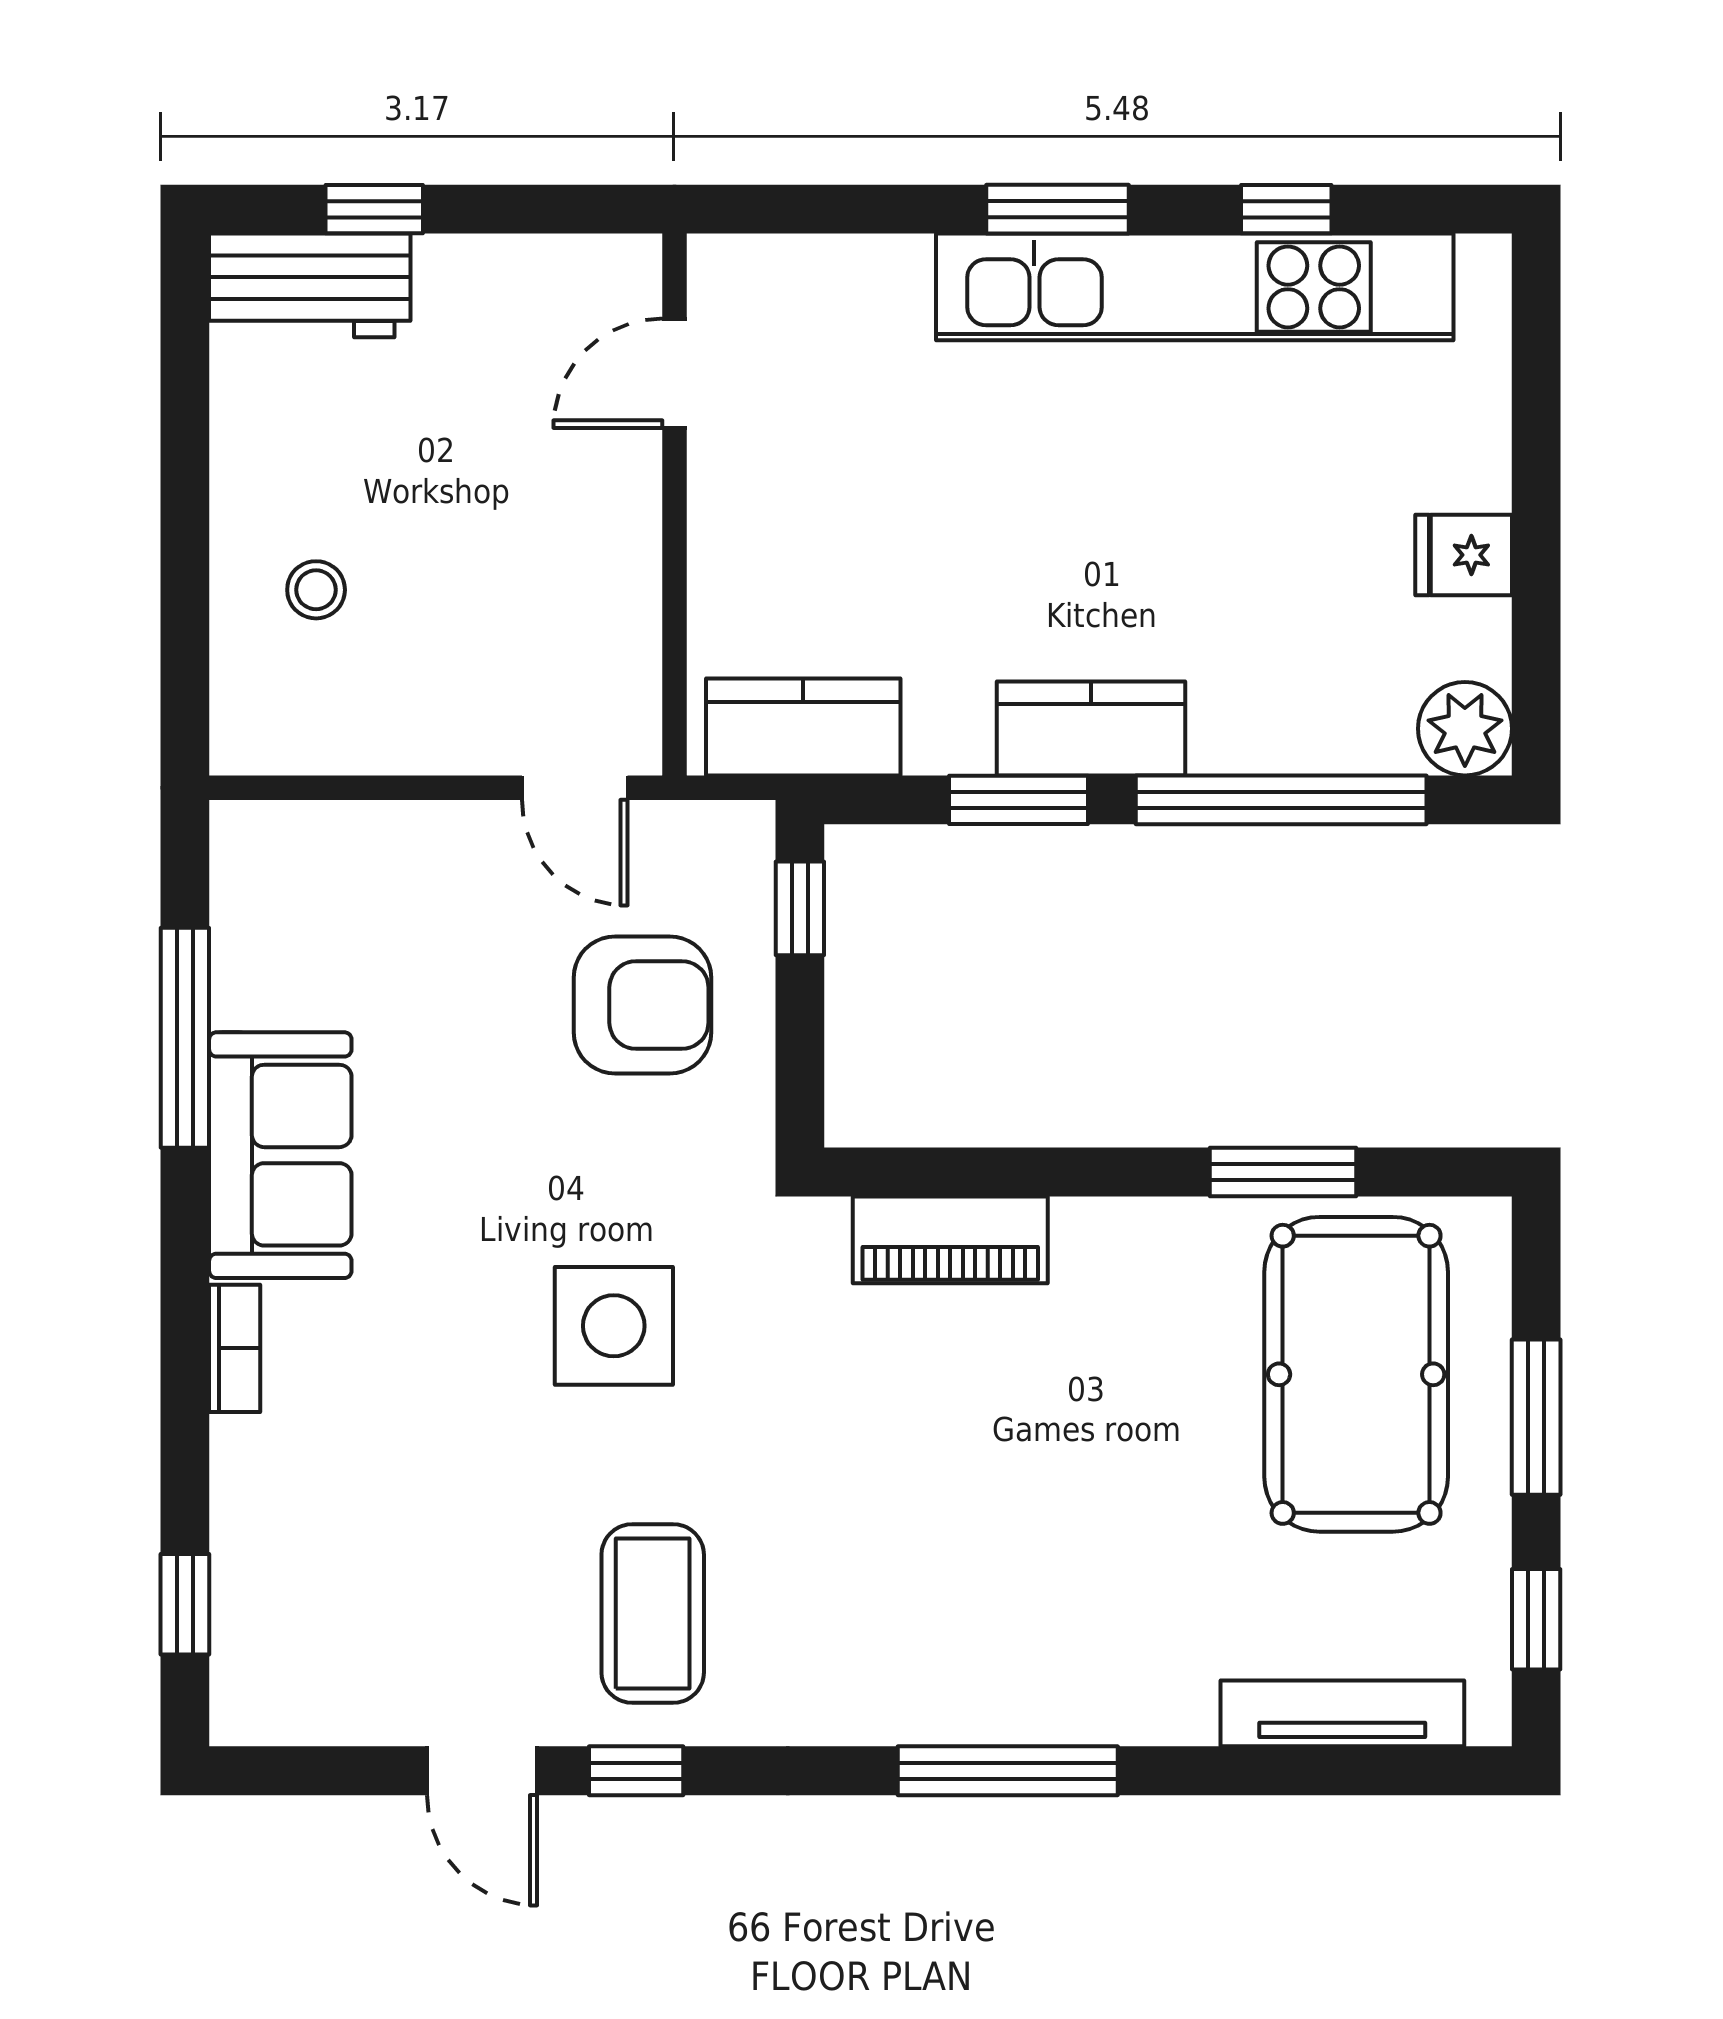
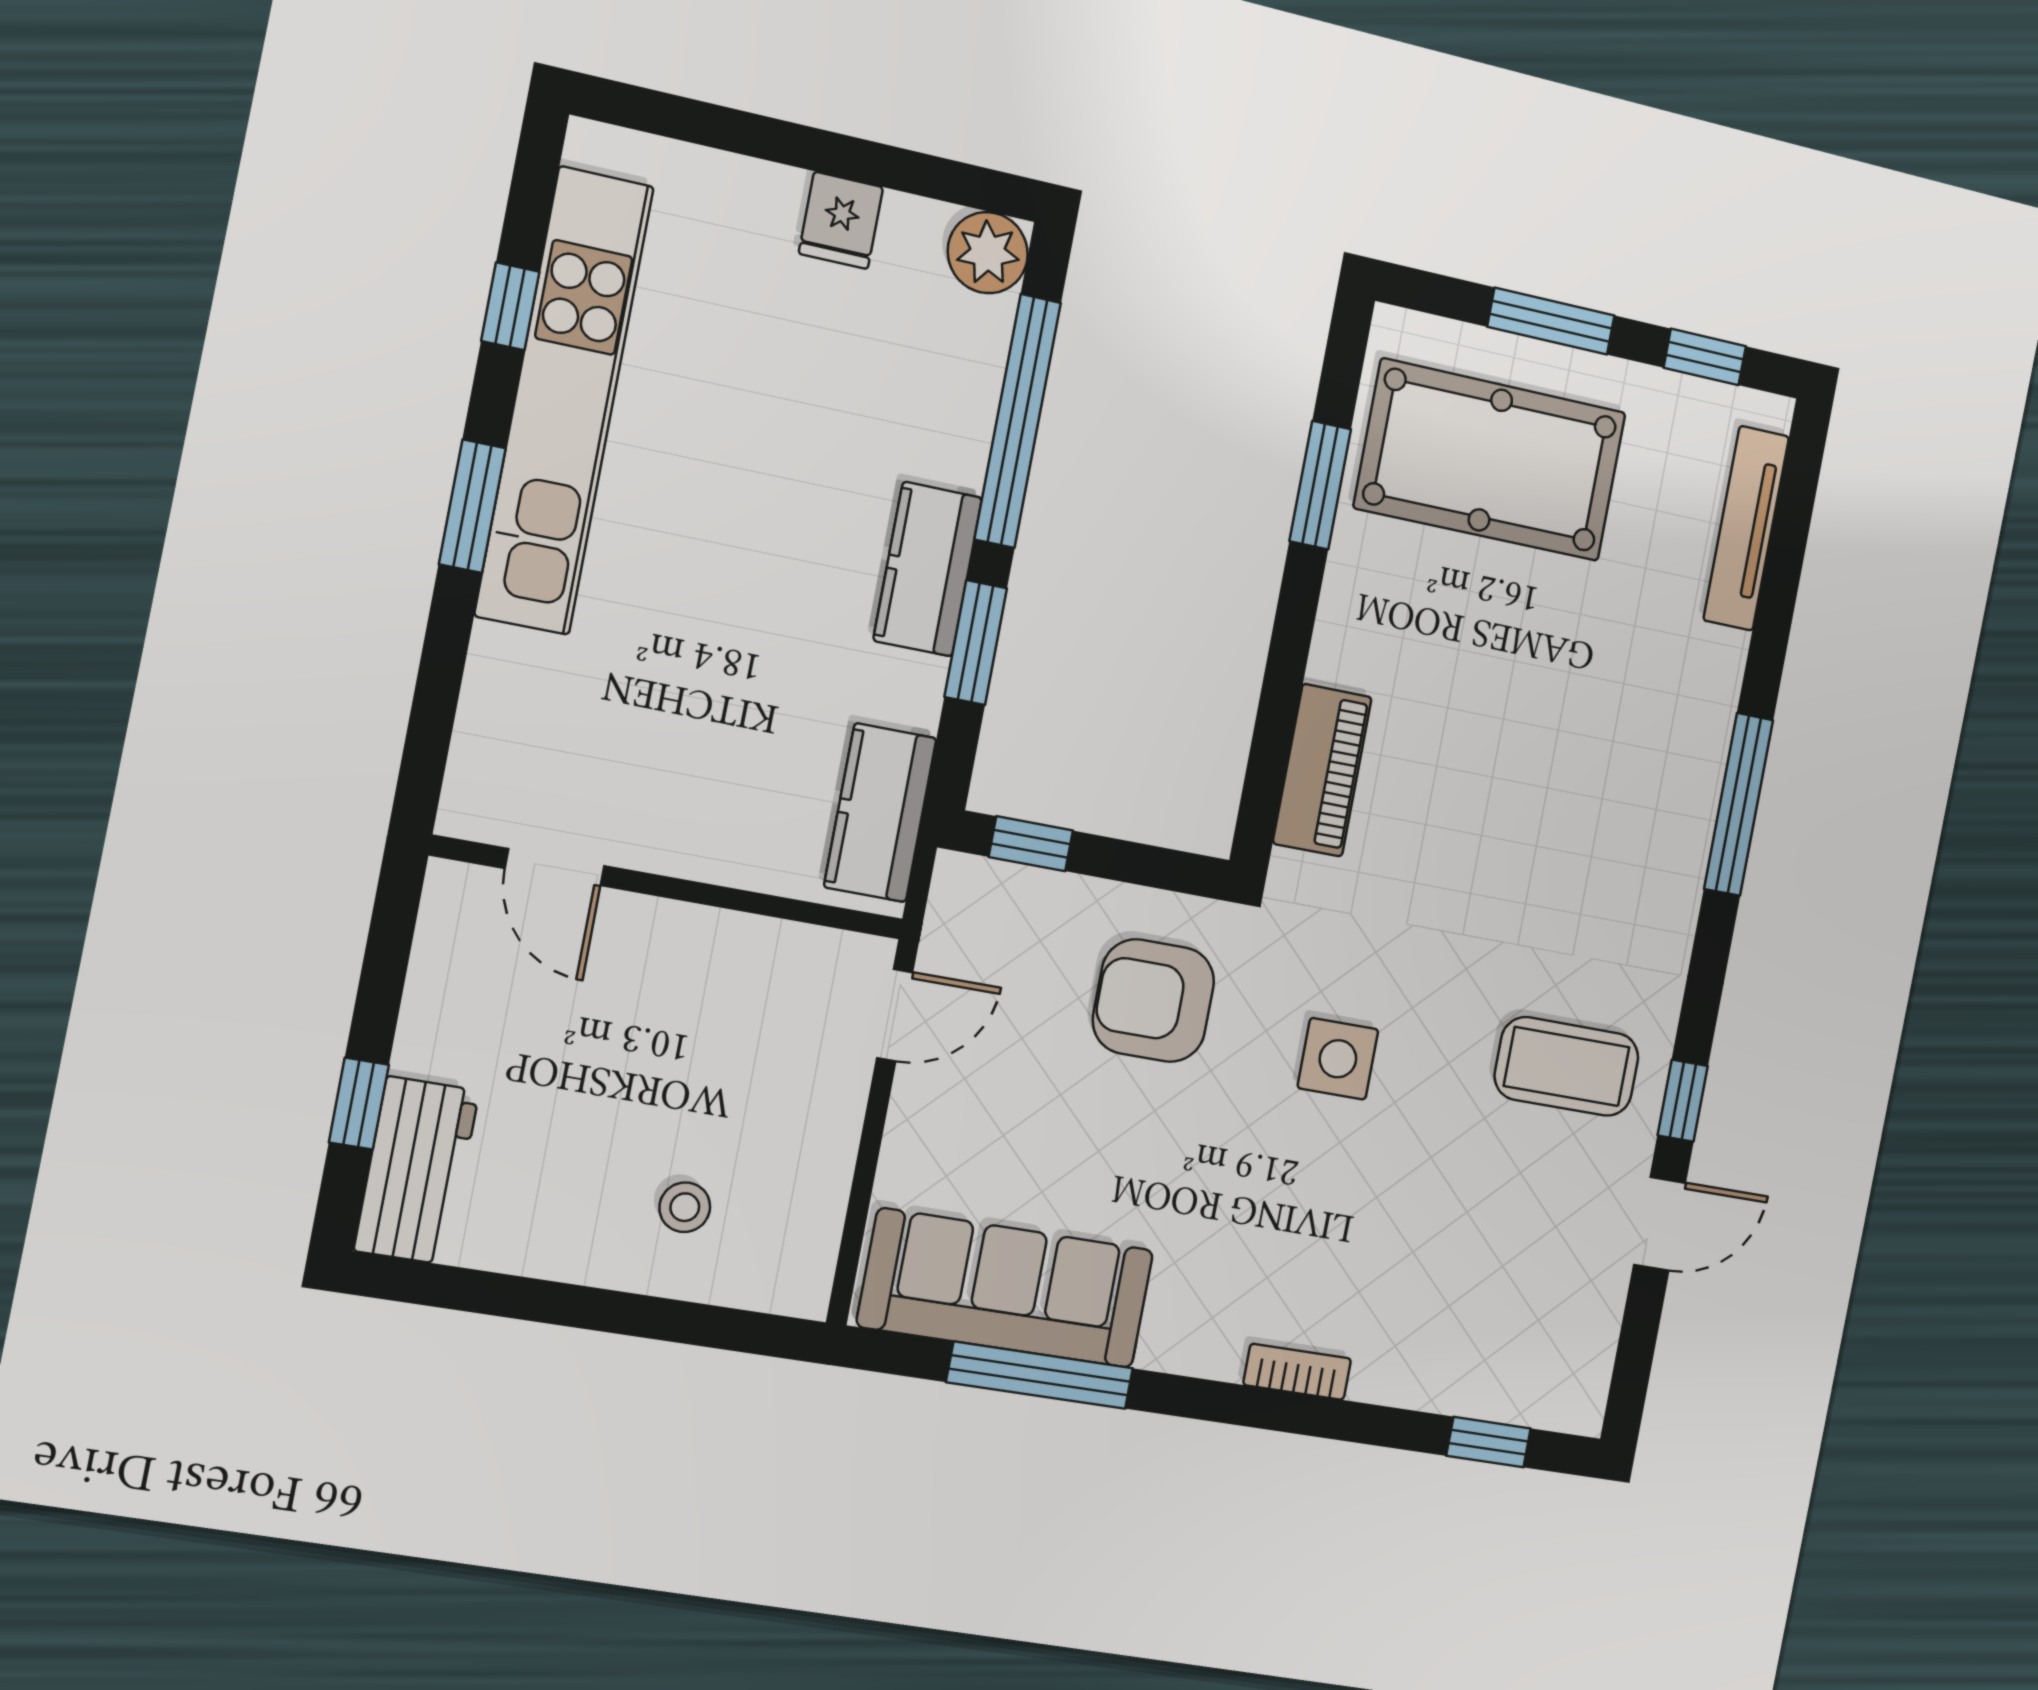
armchair: (642, 1005) -> (1153, 1001), moved, turned -90
sofa: (280, 1155) -> (1006, 1288), moved, width x1.36
side table: (614, 1326) -> (1338, 1059), width x0.73, depth x0.73

